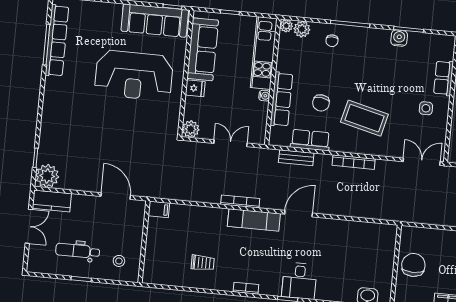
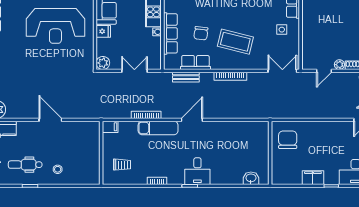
filing cabinet: (159, 209) -> (110, 127), moved
wall: (144, 242) -> (101, 153), moved
chair: (413, 265) -> (288, 140), moved

